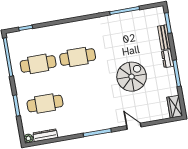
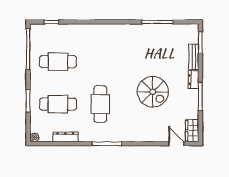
cafe table: (78, 57) -> (100, 104), moved, turned 90
spiral stairs: (132, 77) -> (153, 92), turned 90
door: (134, 126) -> (176, 144), moved
dresser: (45, 135) -> (65, 137), moved

